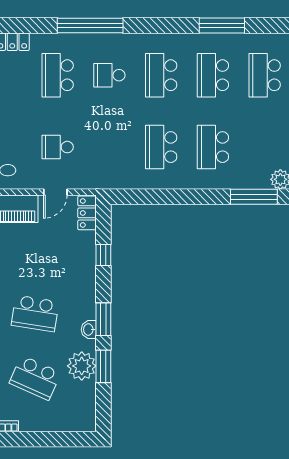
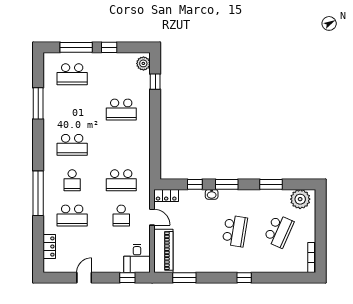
school desk: (213, 75) -> (72, 110), removed
school desk: (161, 147) -> (121, 180), moved
window: (254, 197) -> (155, 82), width x0.46
window: (103, 319) -> (227, 184), moved
washbasin: (89, 330) -> (212, 194), moved
plant: (82, 366) -> (300, 199), moved

